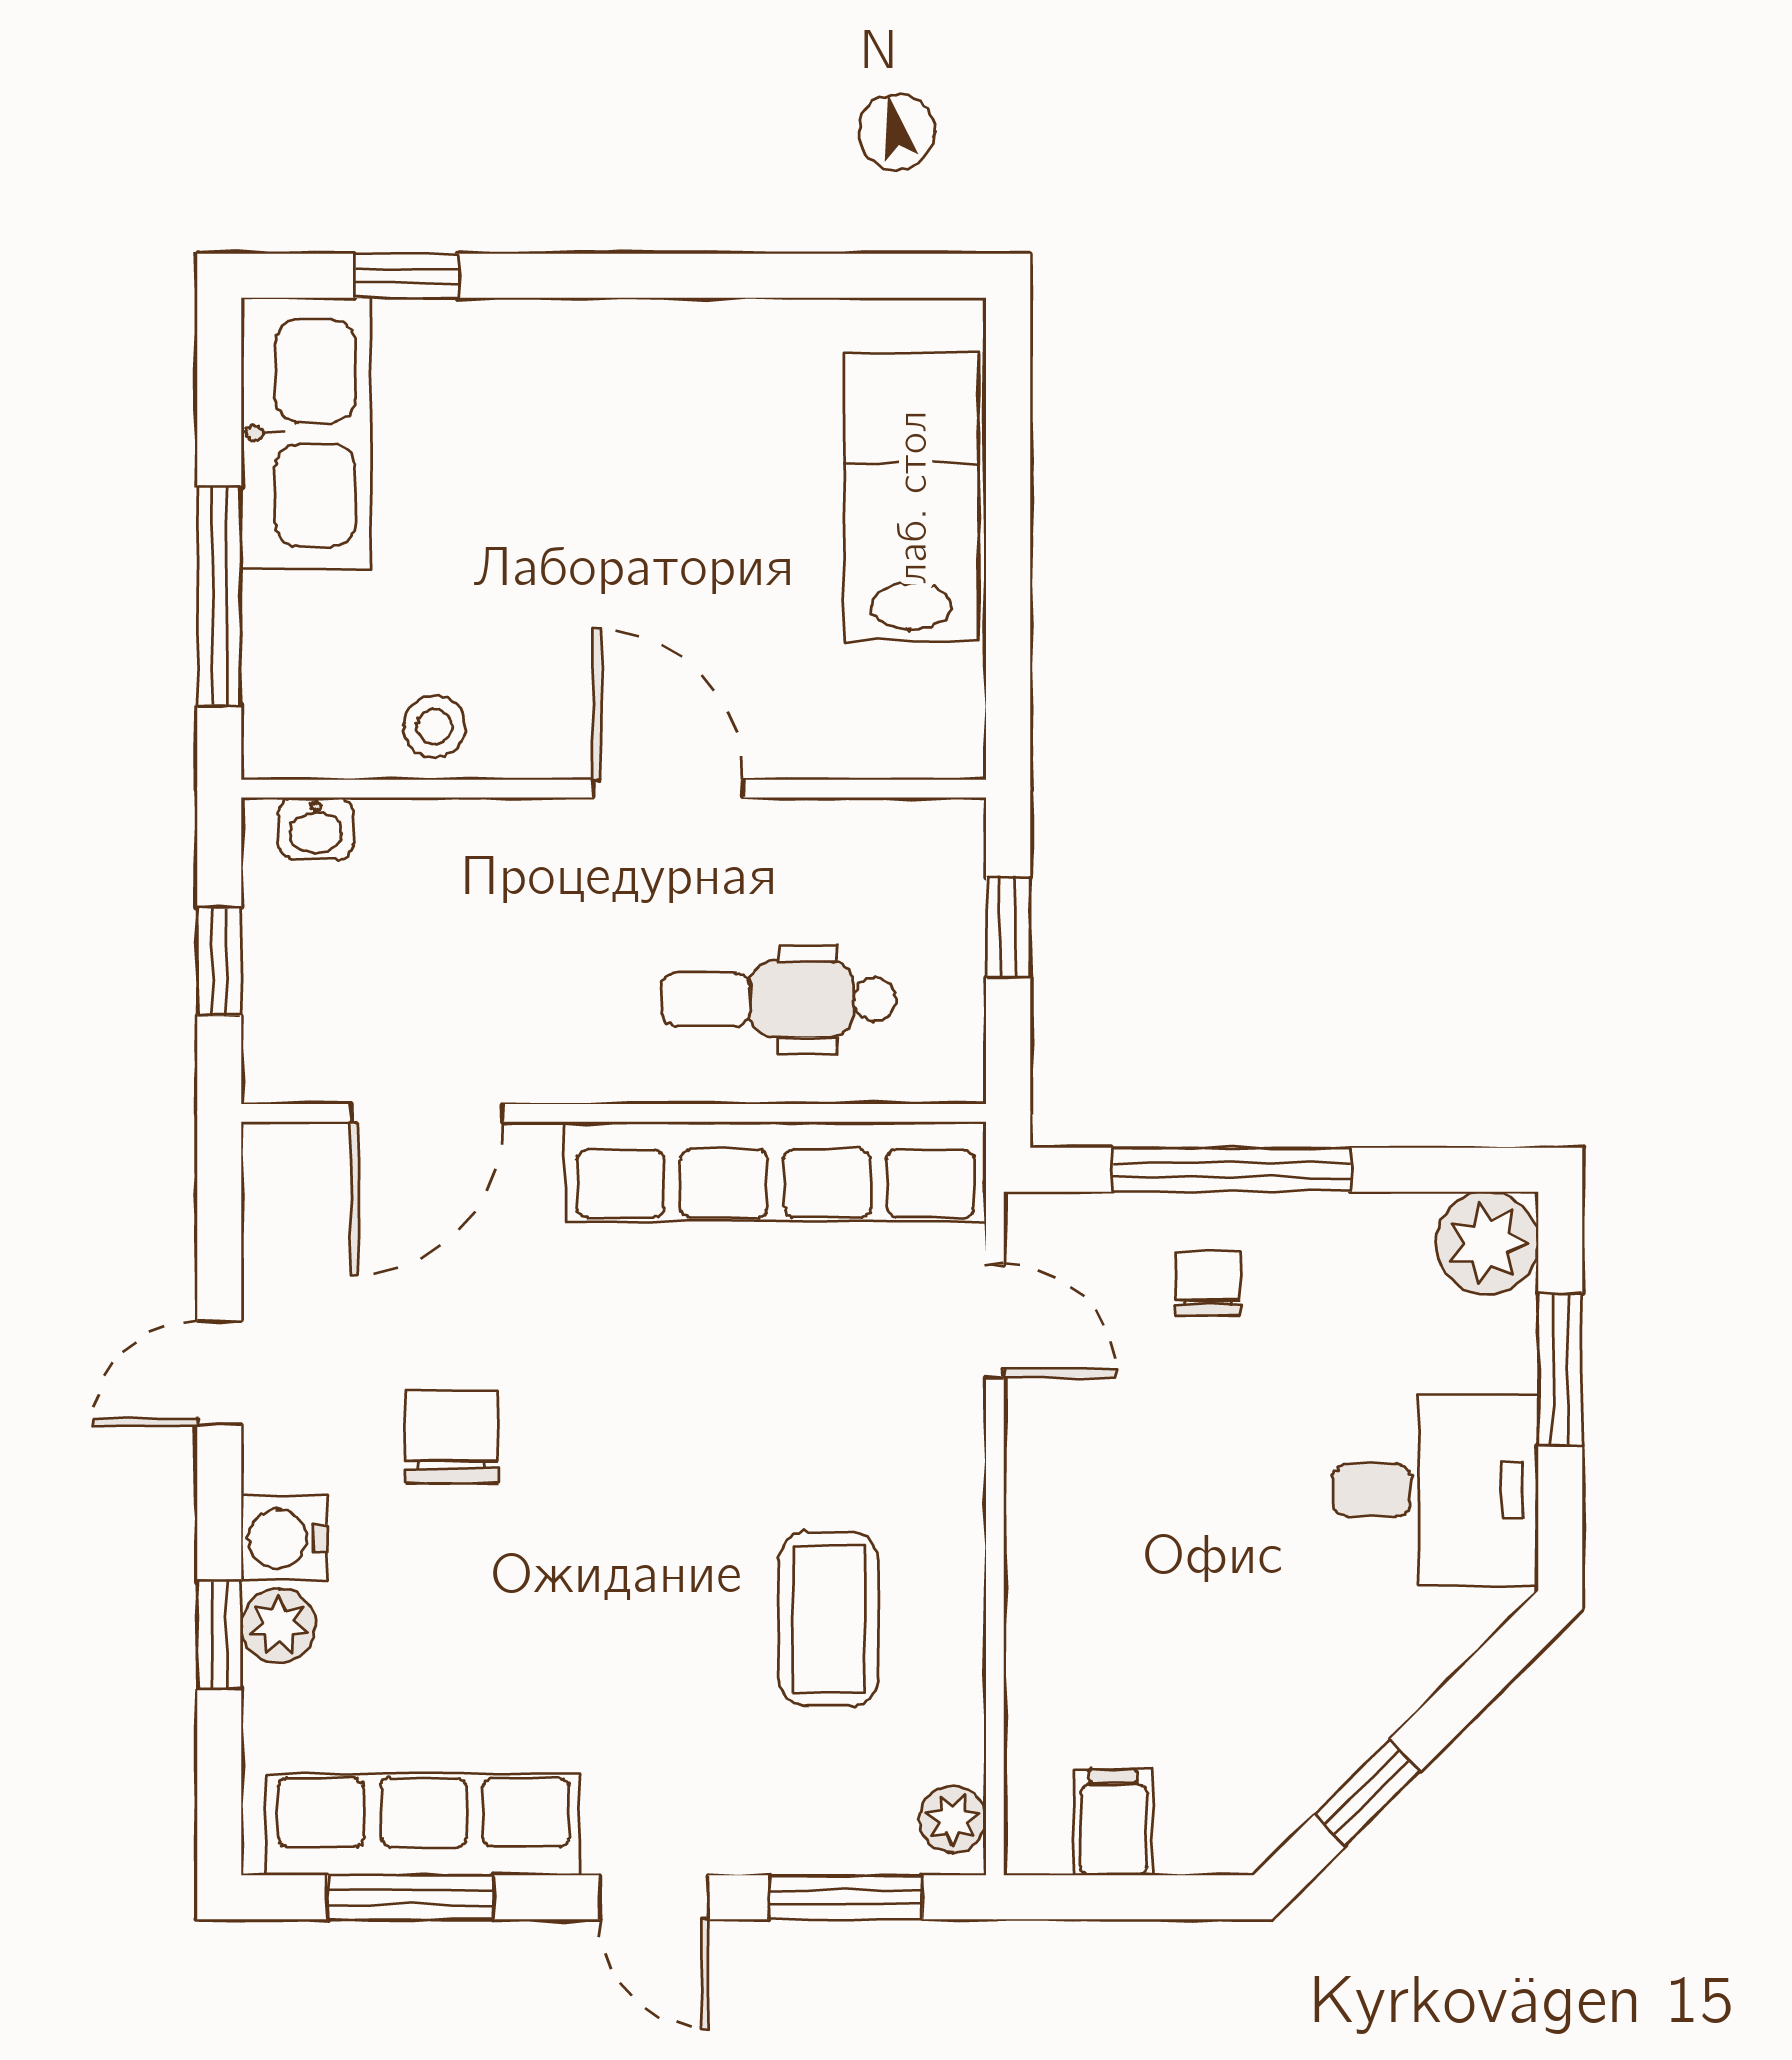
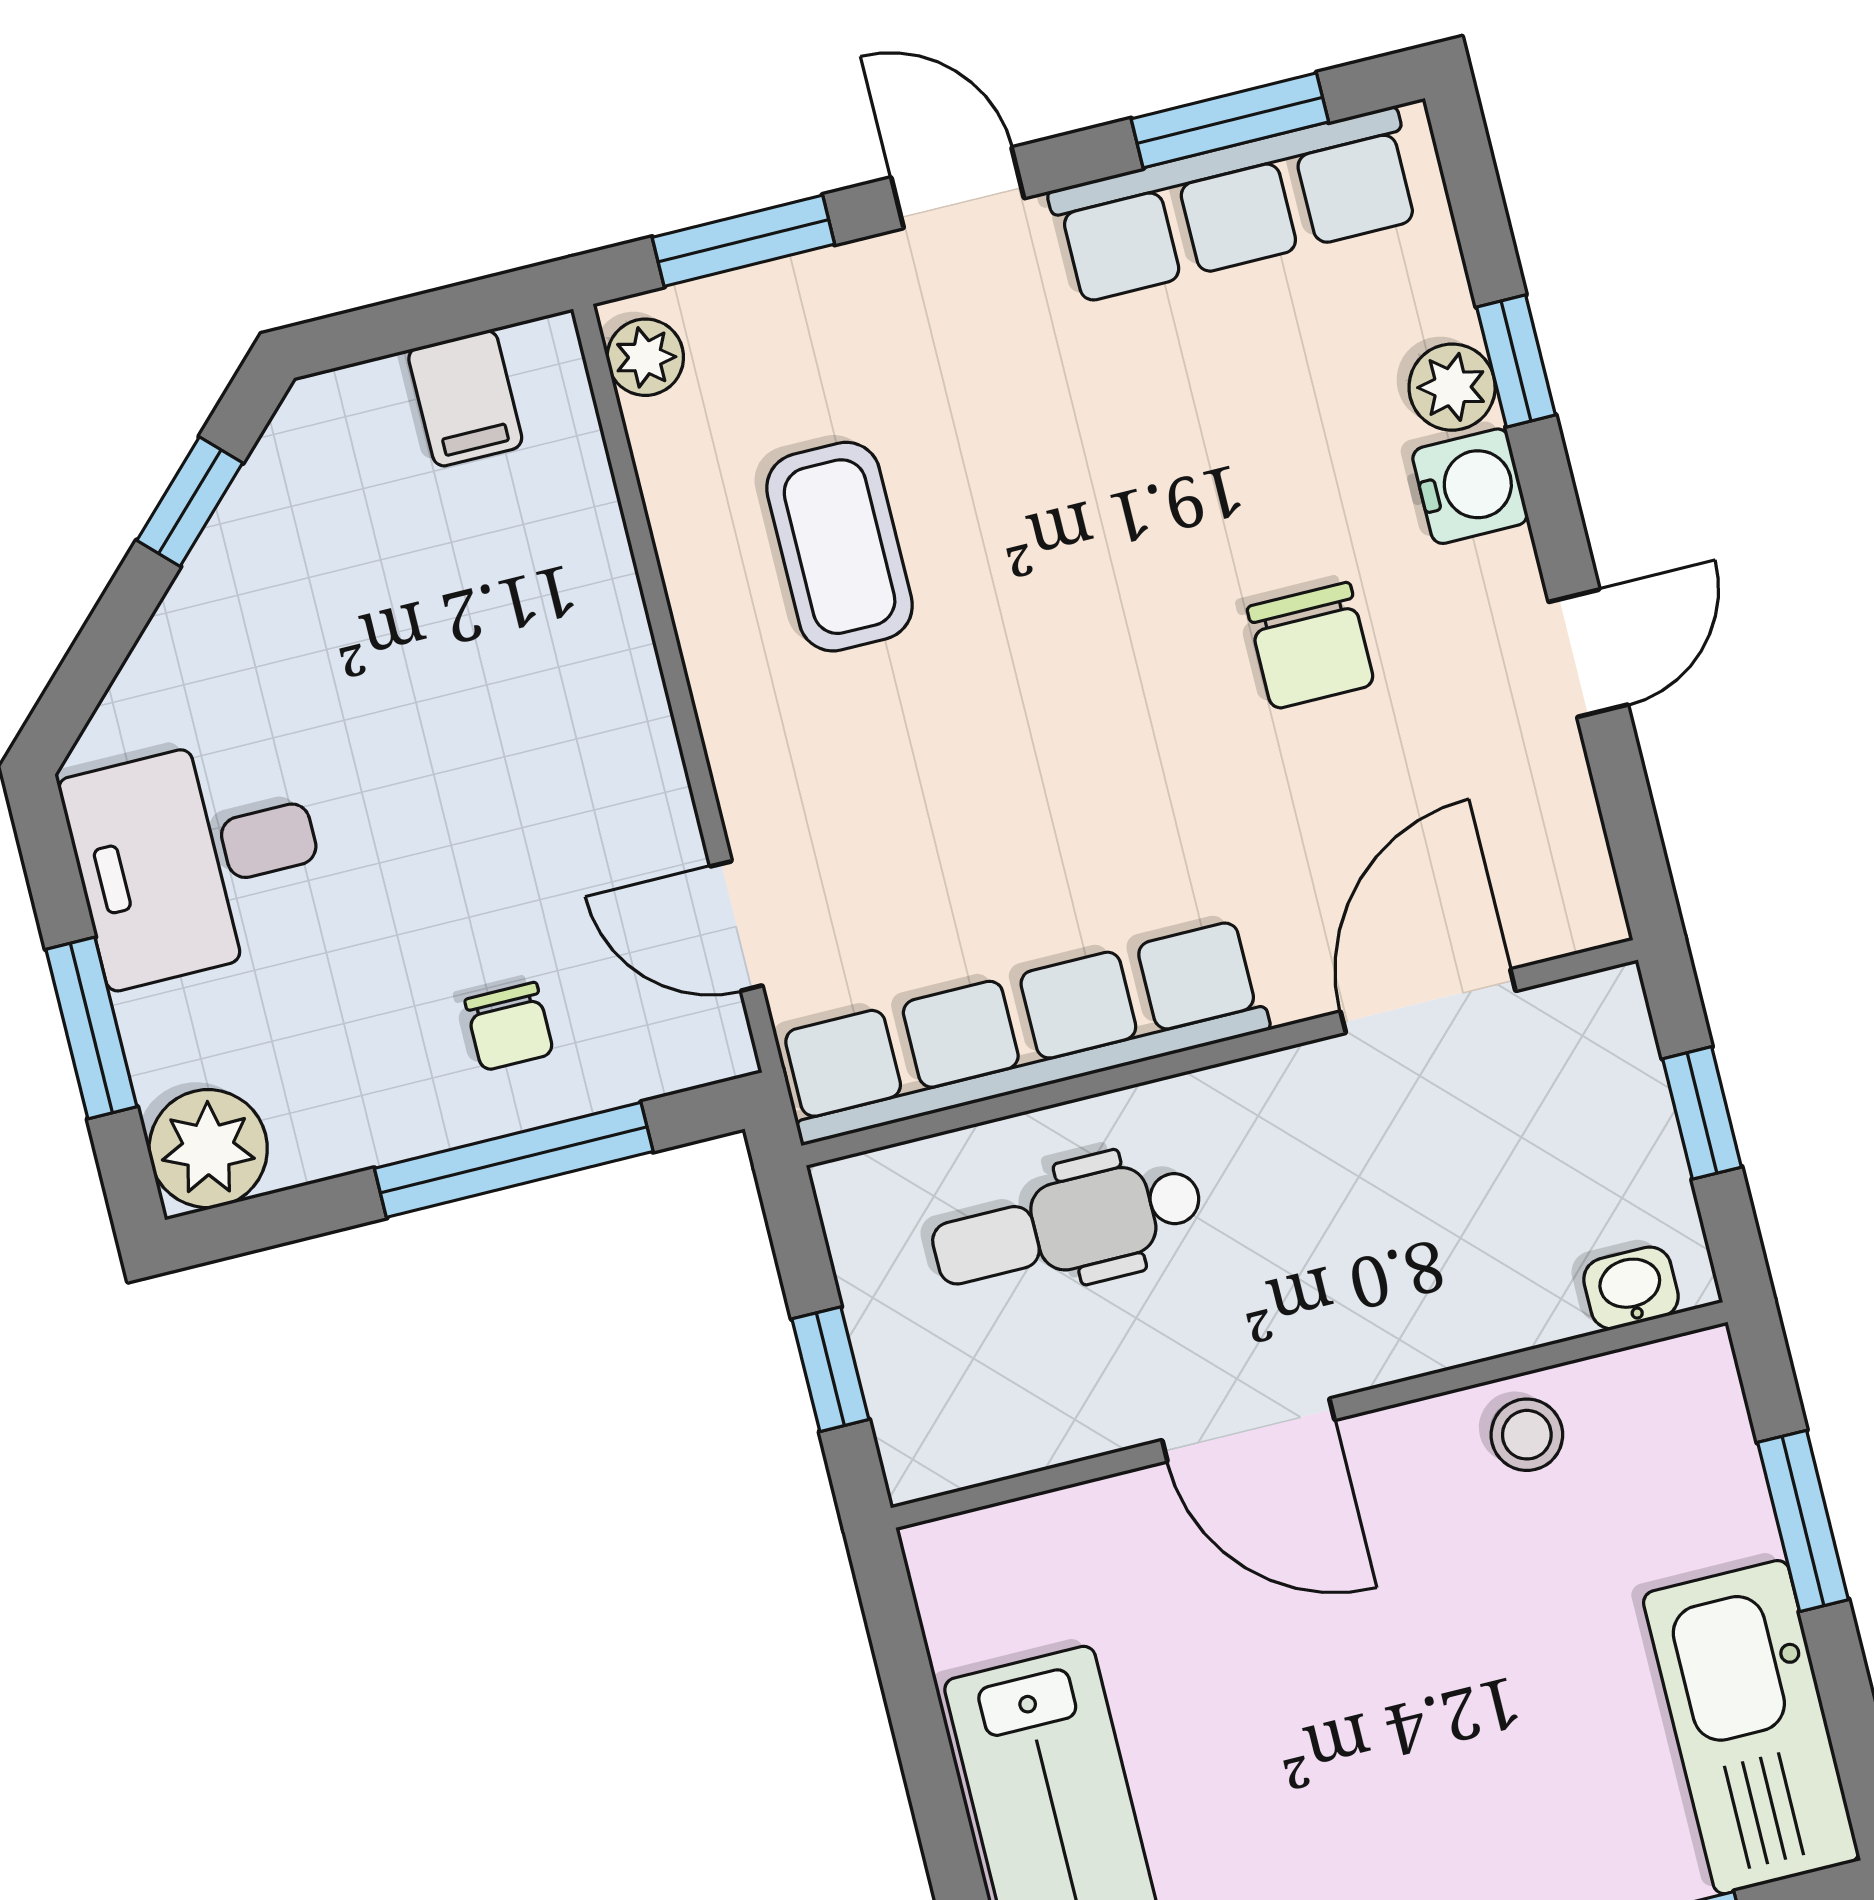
window: (219, 596) -> (1803, 1521), width x0.69
dental chair: (778, 999) -> (1067, 1225), turned 180

